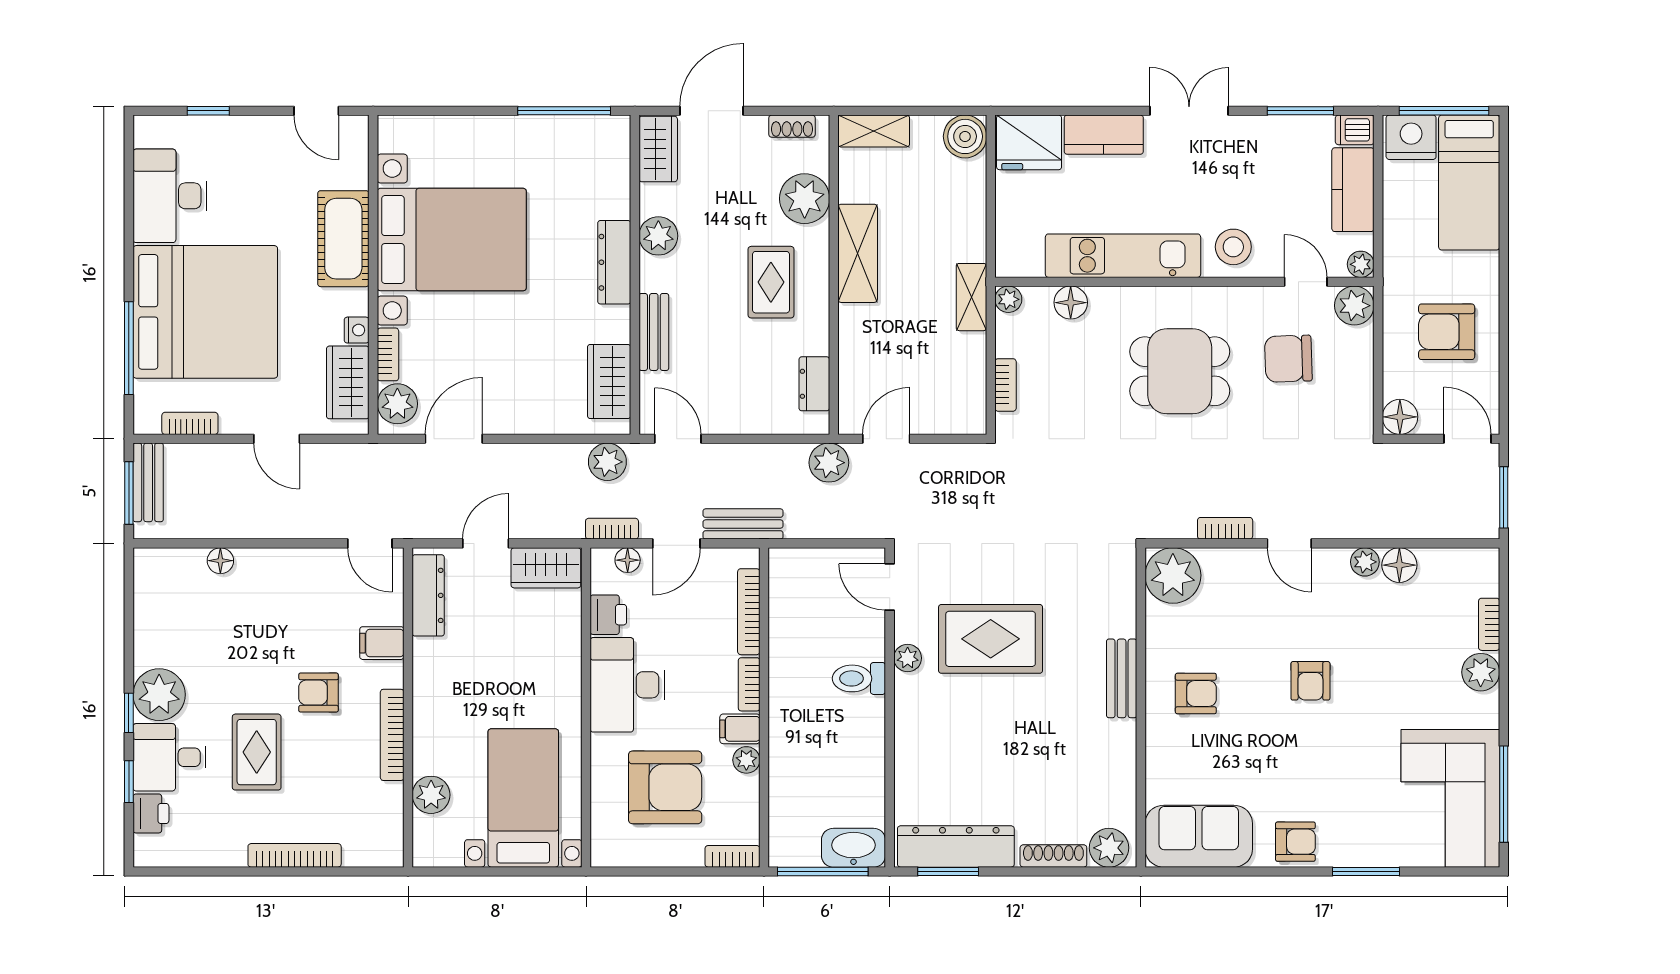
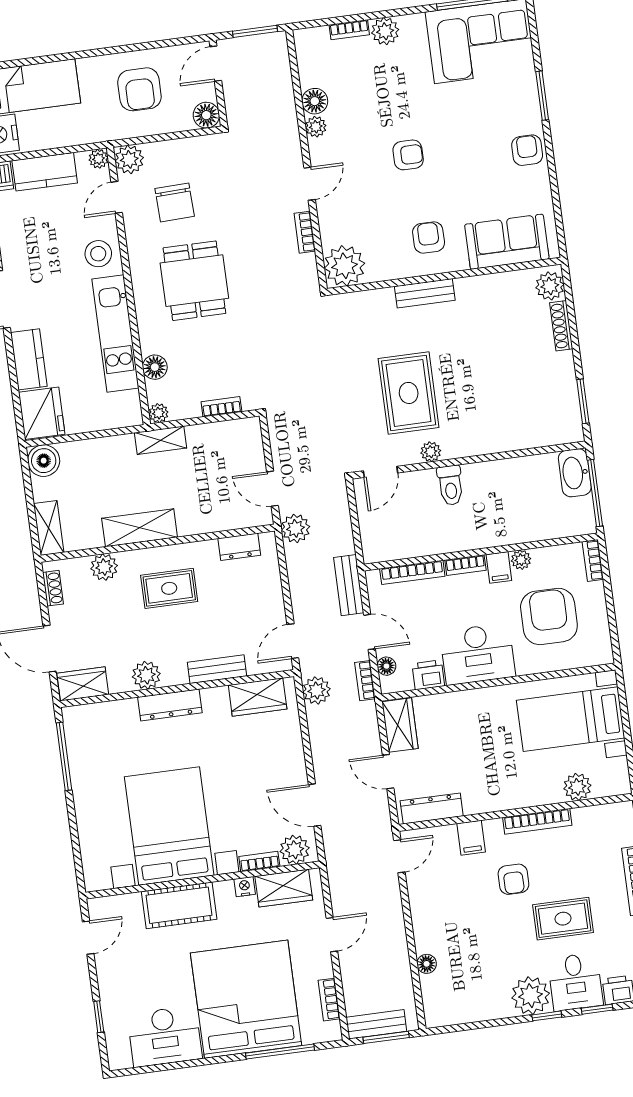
plant: (805, 199) -> (104, 567), width x0.73, depth x0.73
sofa: (1199, 836) -> (507, 242), moved, turned 90
dresser: (956, 846) -> (564, 398), removed

